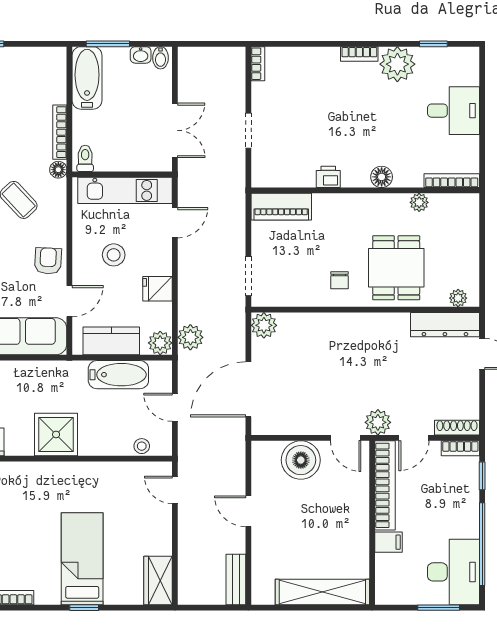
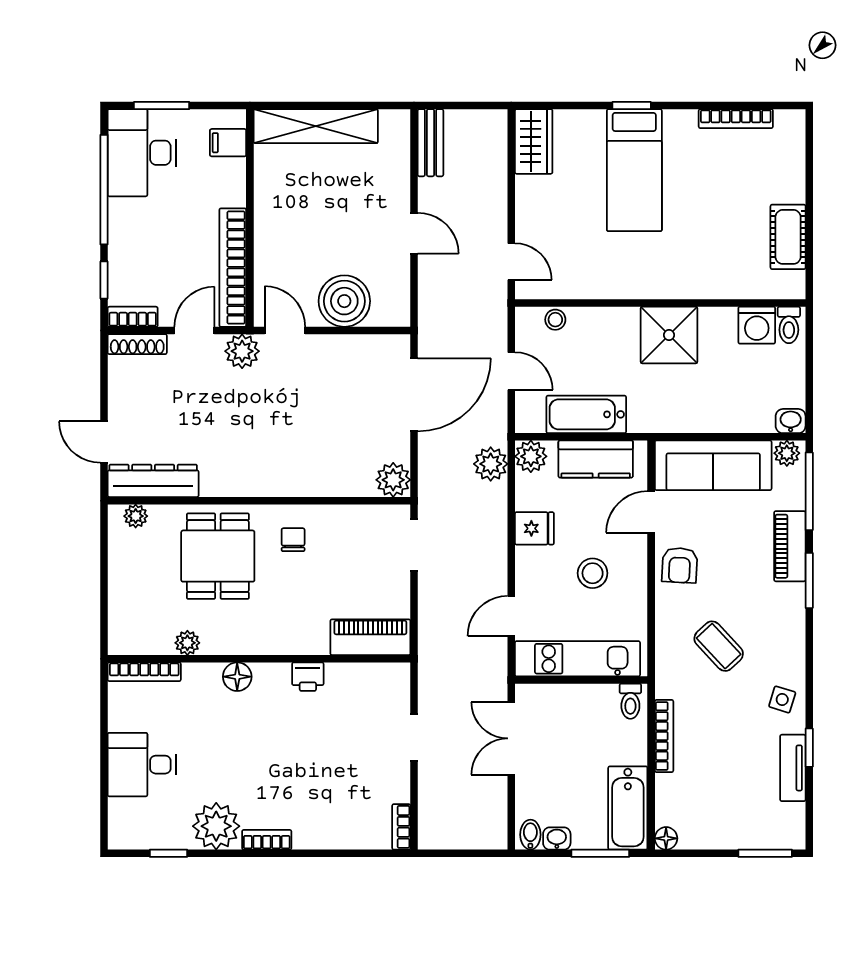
floor lamp: (58, 170) -> (666, 838), moved
filing cabinet: (388, 542) -> (228, 143), moved

